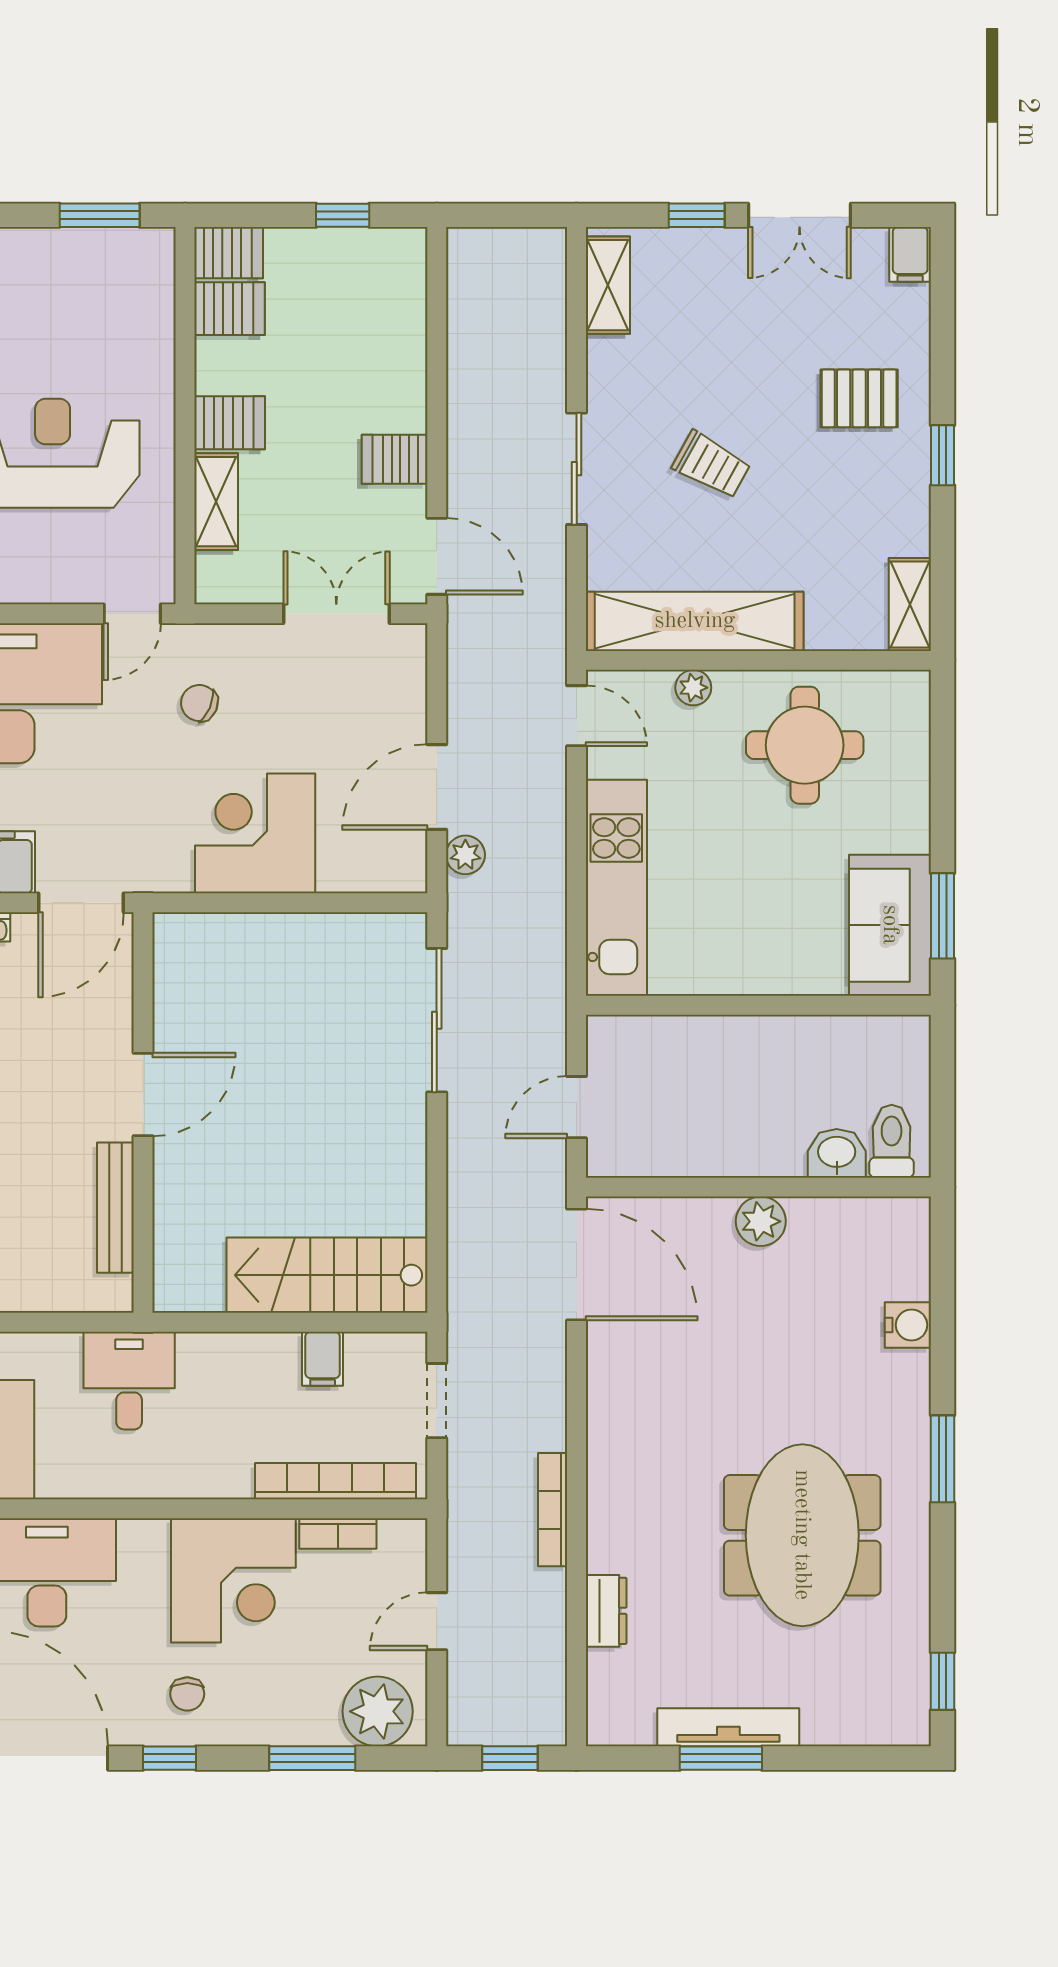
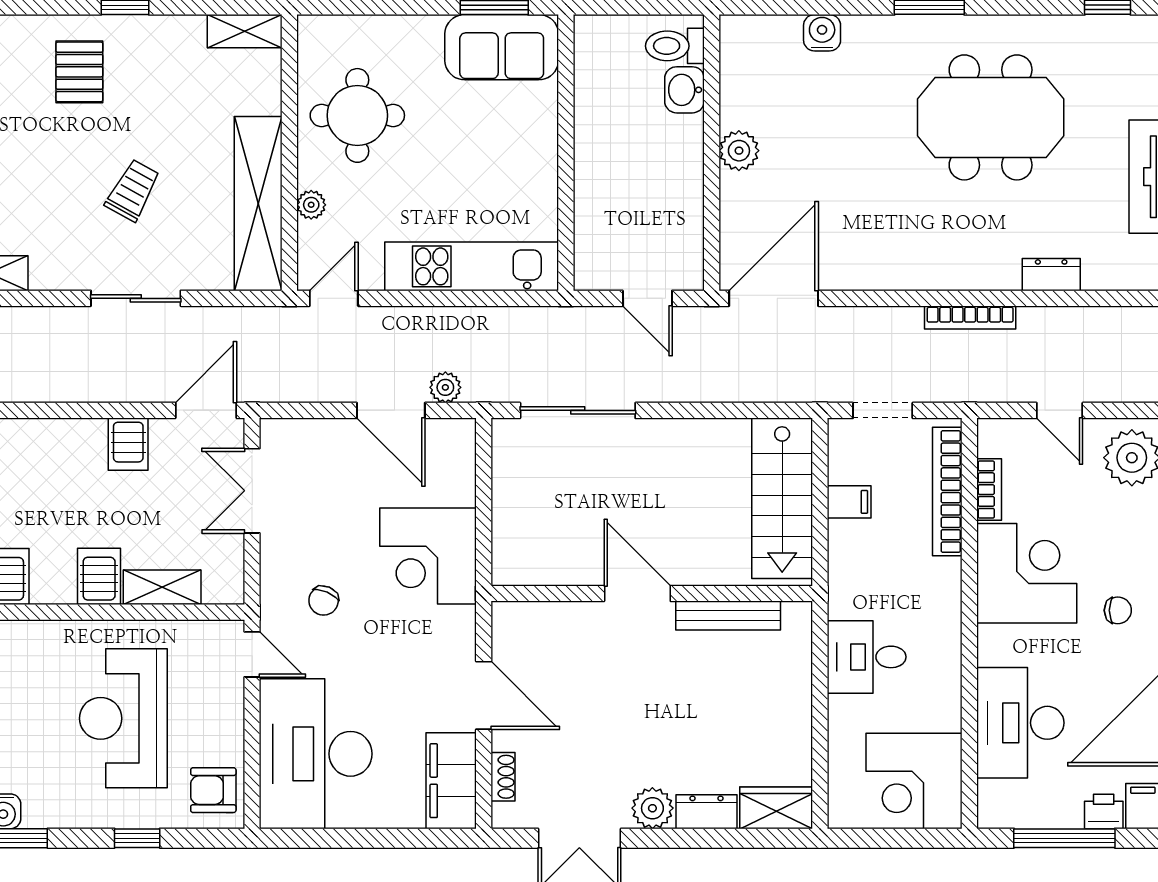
door: (143, 1095) -> (637, 593), moved
wall: (143, 1113) -> (652, 593), moved
bench: (115, 1208) -> (728, 616), moved

